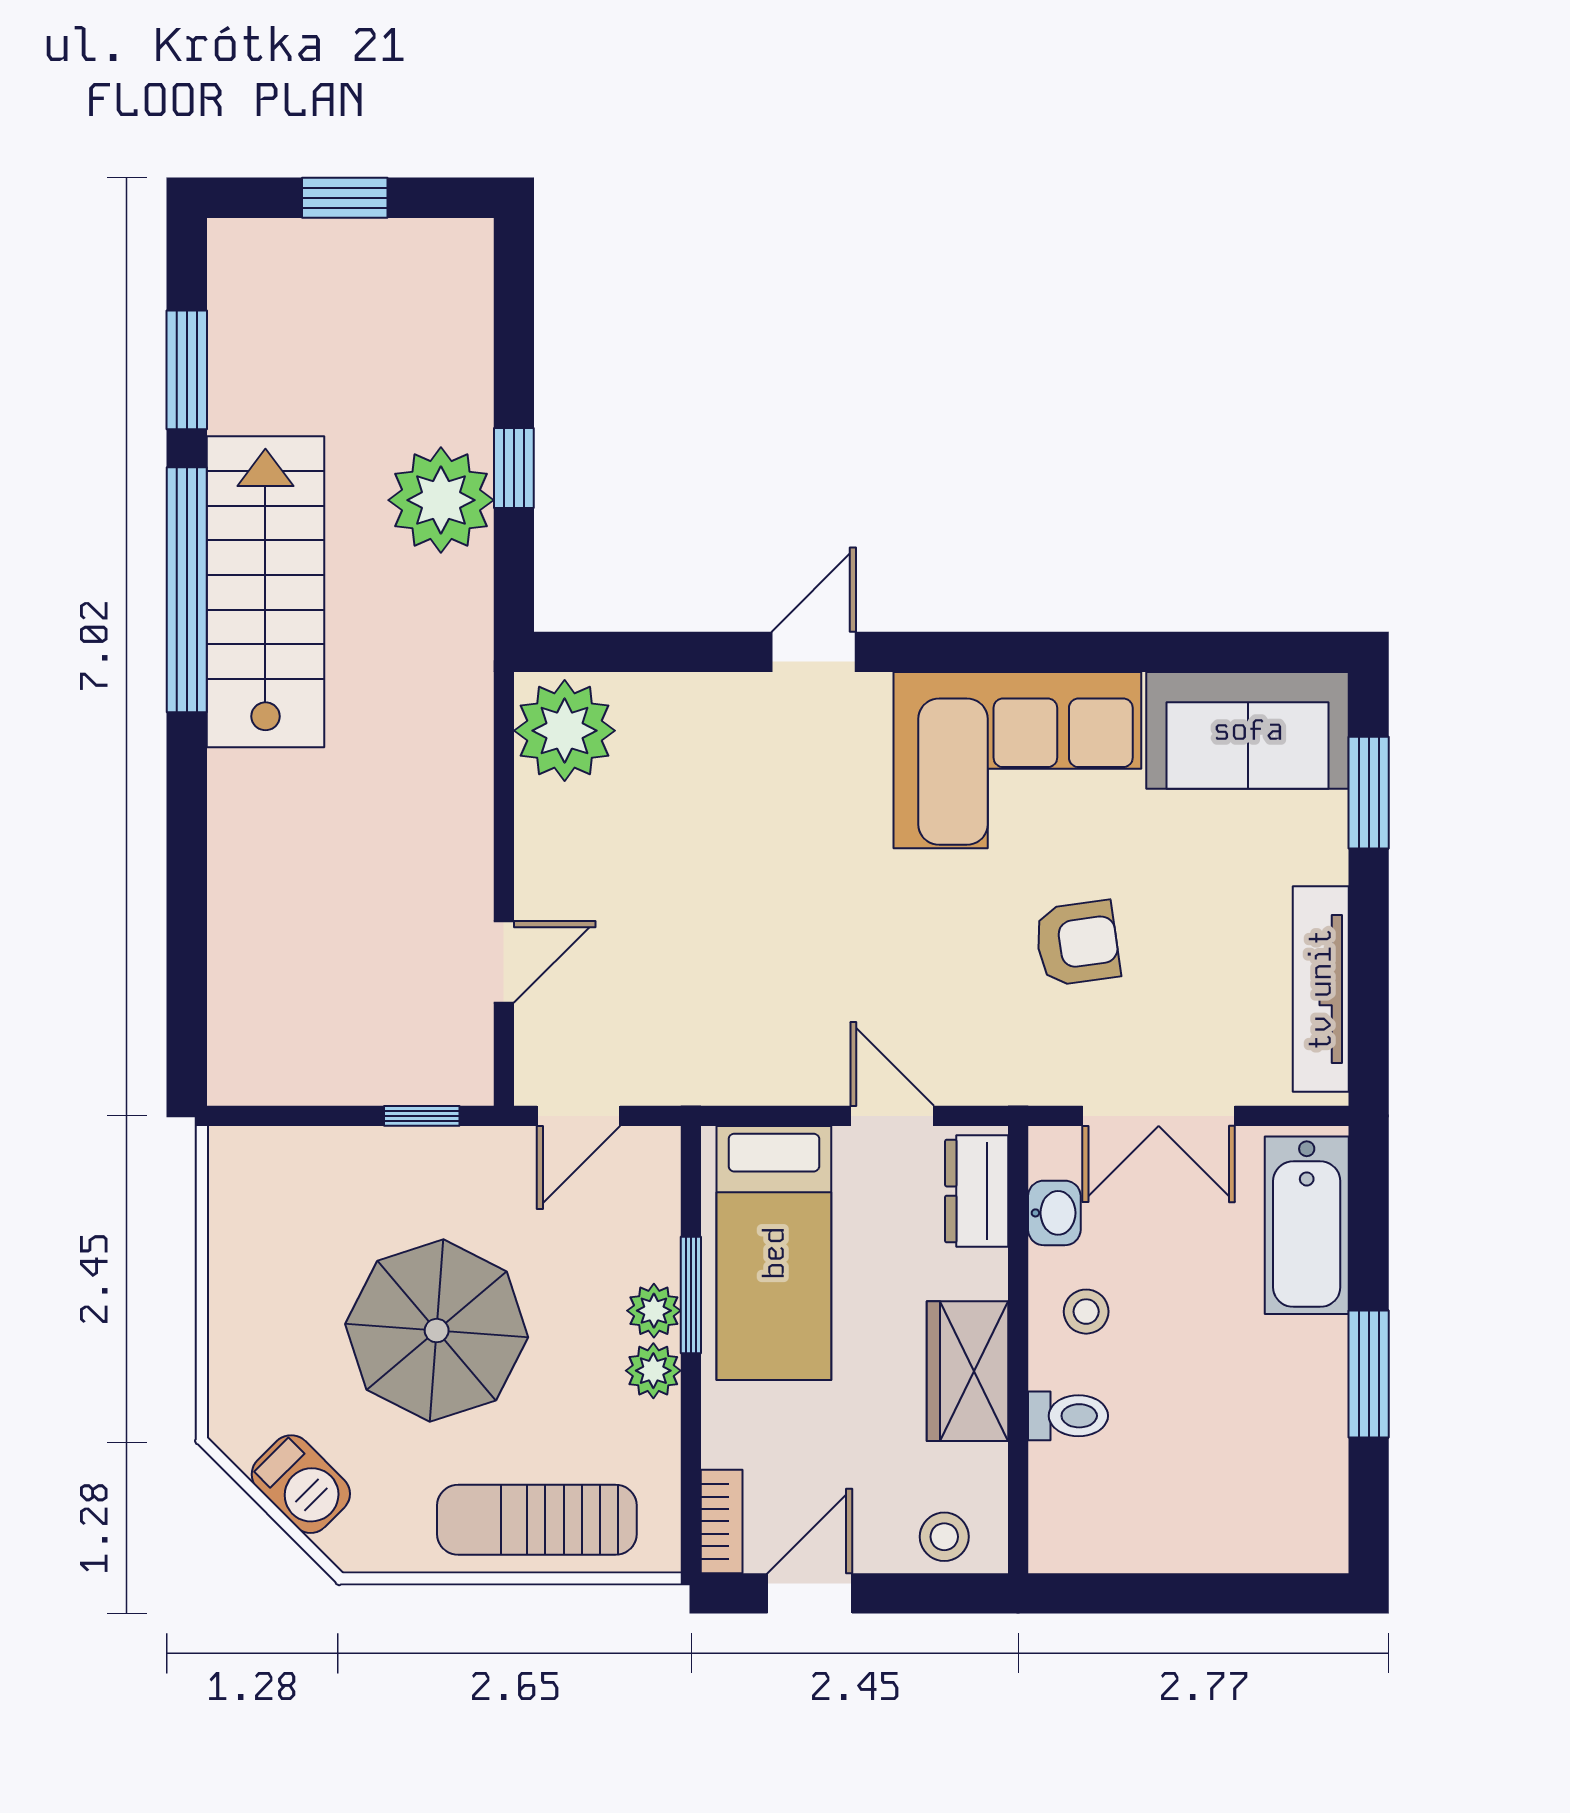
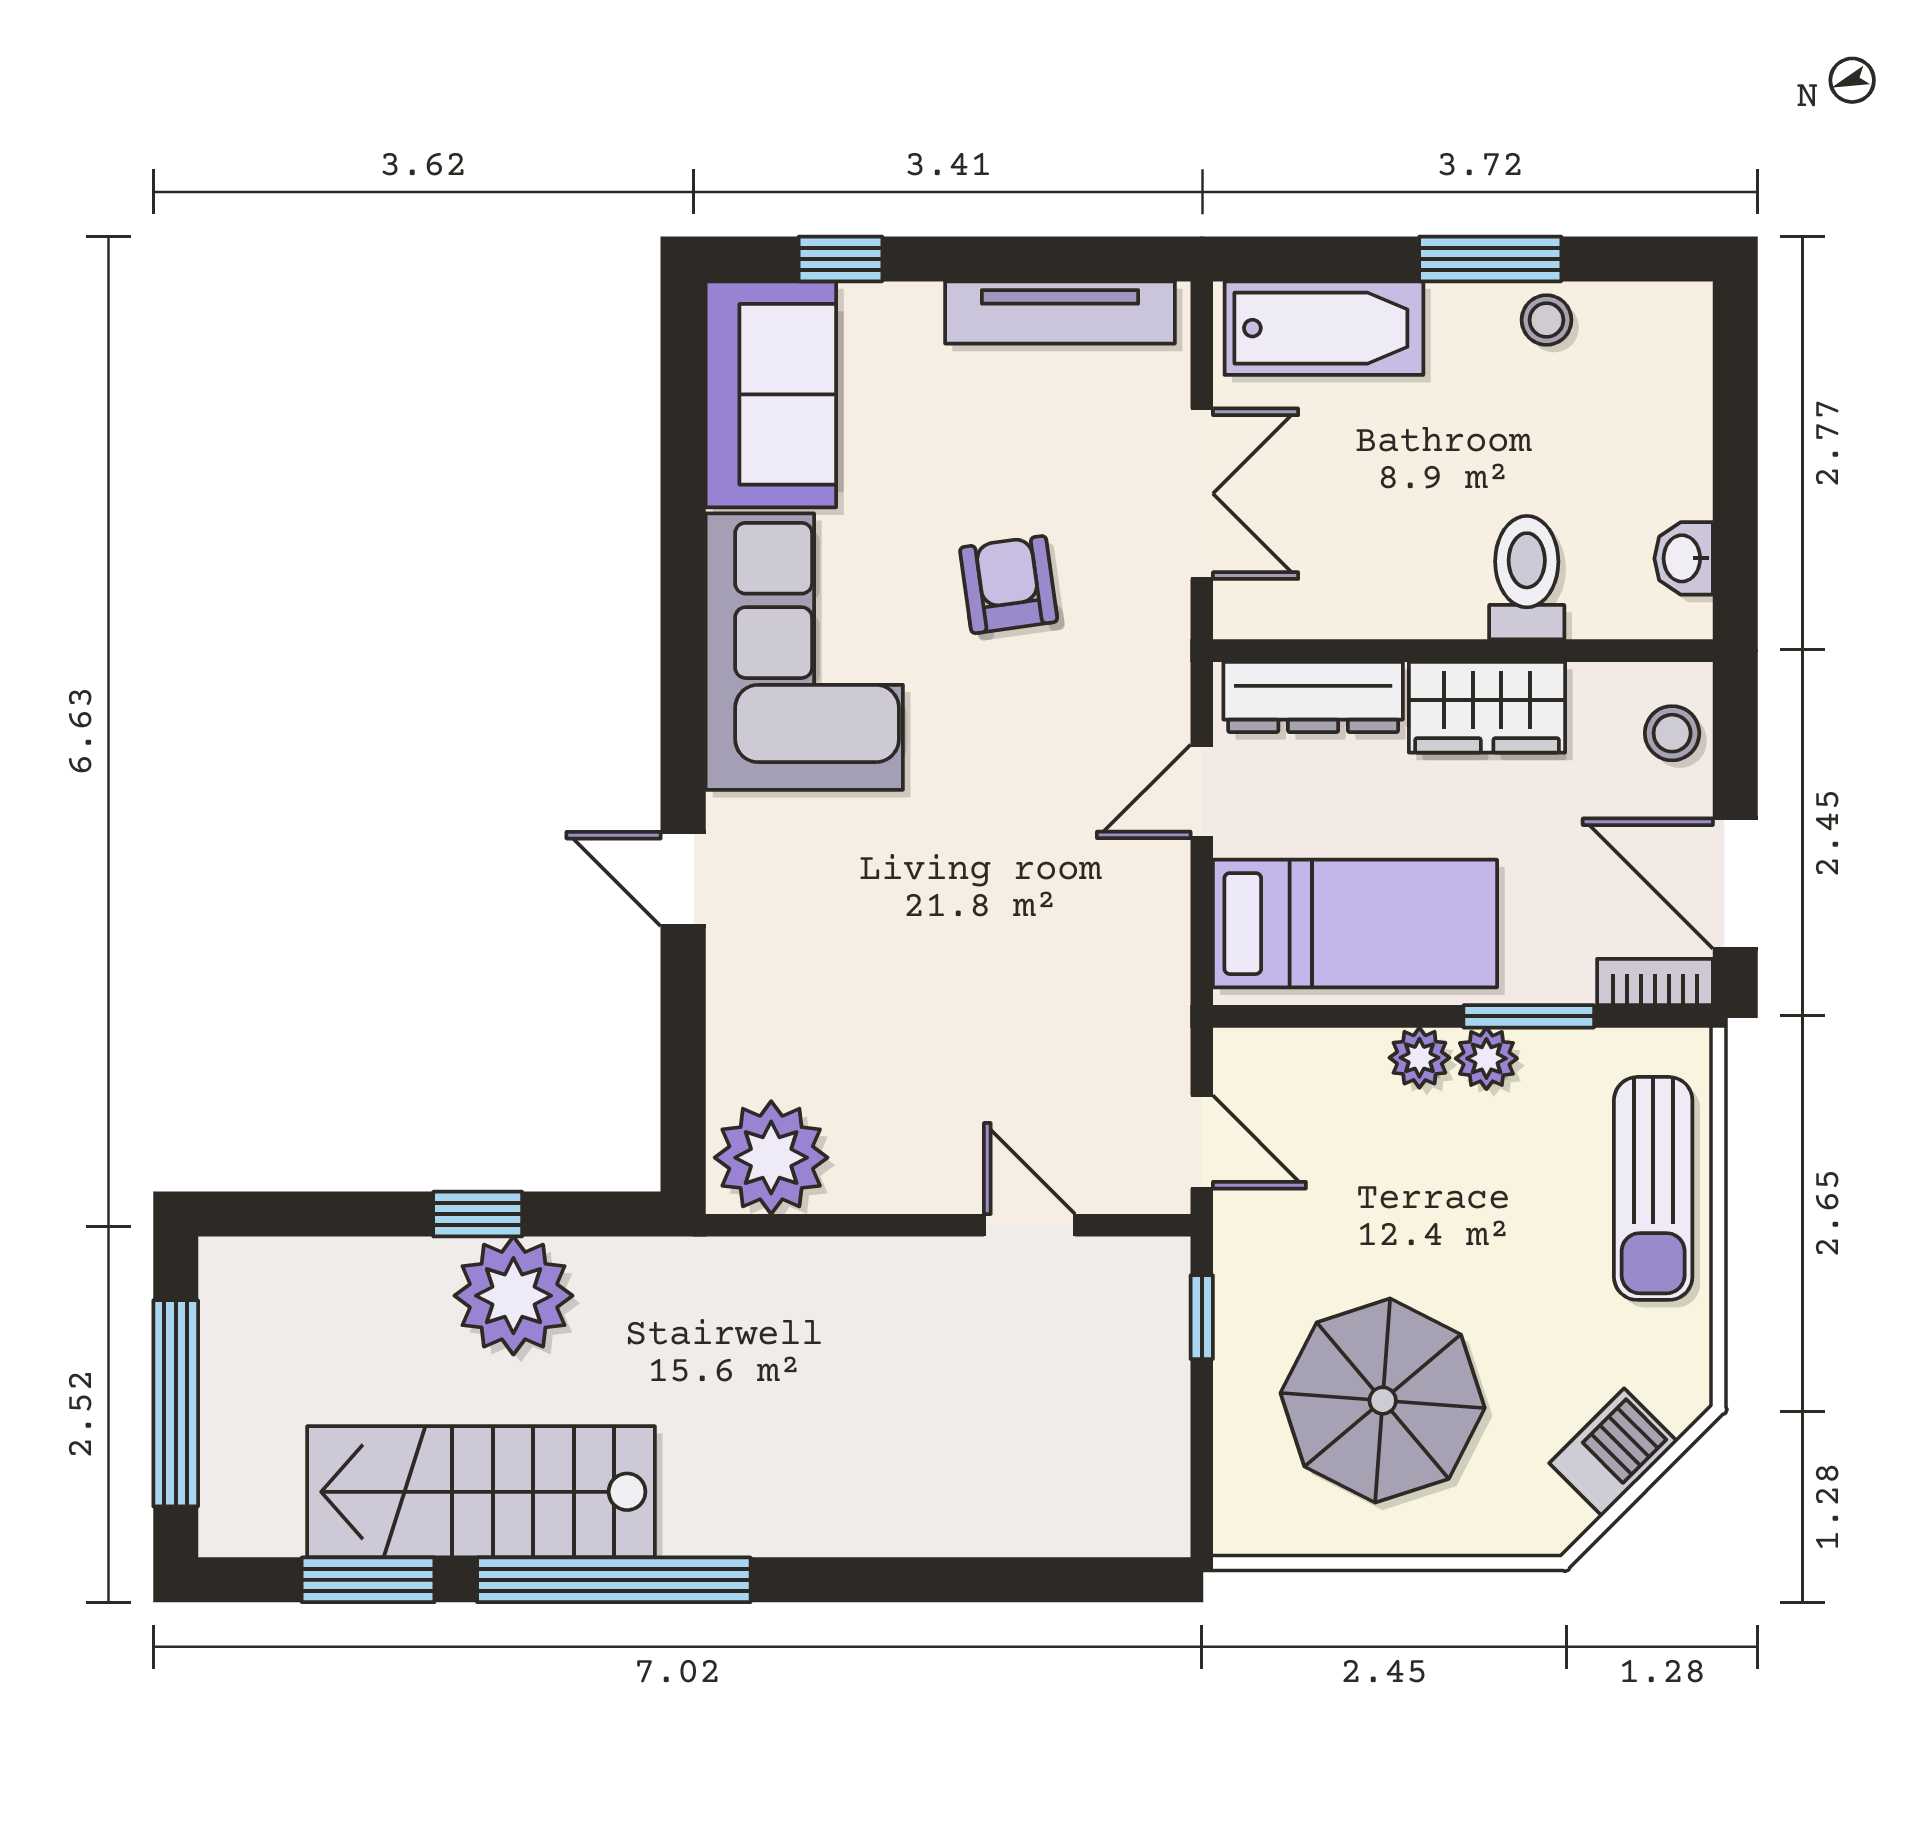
window: (345, 198) -> (176, 1403), width x2.17
stairs: (265, 592) -> (481, 1492), moved
window: (1369, 793) -> (840, 259), width x0.67
dresser: (977, 1191) -> (1313, 697), width x1.44
washbasin: (1054, 1213) -> (1684, 558), moved, turned -90
window: (691, 1295) -> (1529, 1016), moved
stool: (1086, 1312) -> (1546, 320), moved
parasol: (437, 1331) -> (1383, 1401), moved
toilet: (1068, 1416) -> (1527, 578), width x1.37, depth x1.39
door: (810, 1593) -> (1735, 884), width x1.38

